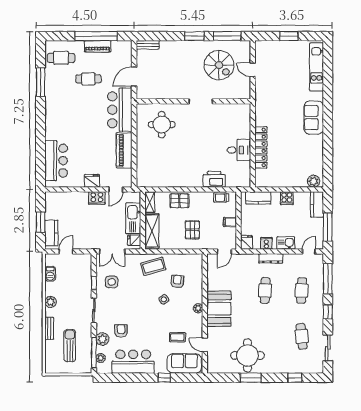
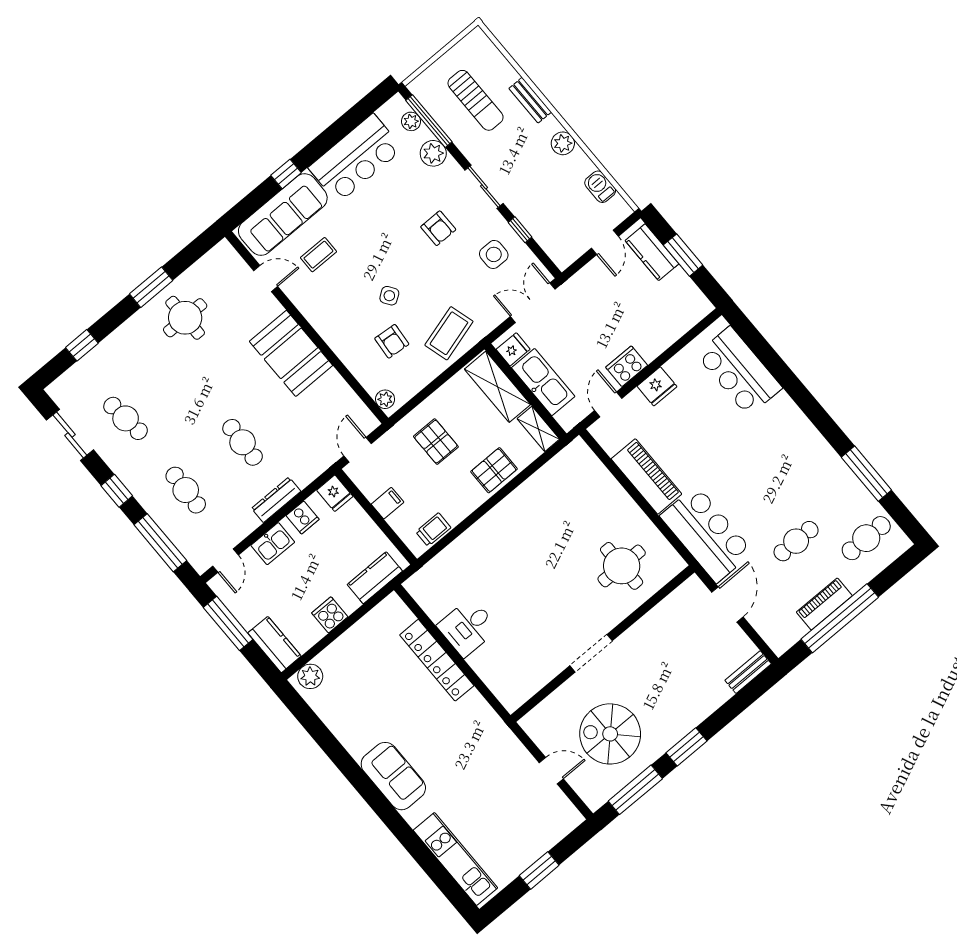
printer: (214, 179) -> (468, 549), removed
plant: (198, 308) -> (385, 399), moved
armchair: (121, 331) -> (438, 228), moved
round table: (247, 355) -> (185, 318), width x0.73, depth x0.73
sofa: (184, 363) -> (283, 215), width x1.36

